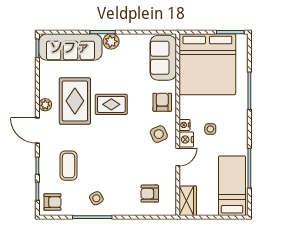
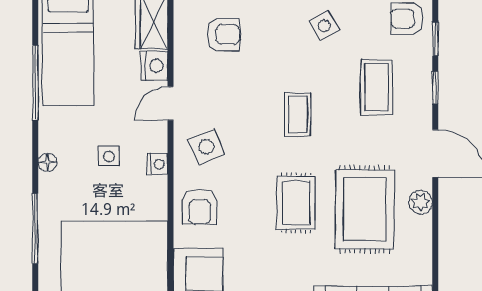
rug: (111, 104) -> (296, 203), turned 90
floor lamp: (243, 126) -> (47, 162), added
nightstand: (186, 139) -> (154, 66), moved
coffee table: (110, 151) -> (298, 114), added

